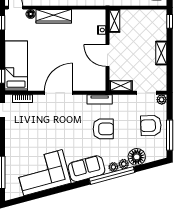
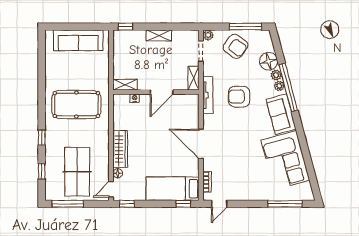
tv unit: (100, 99) -> (208, 95), width x1.41
armchair: (151, 126) -> (235, 46), turned -52
armchair: (103, 129) -> (239, 97), turned -90

